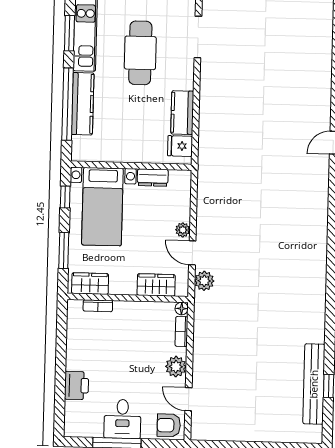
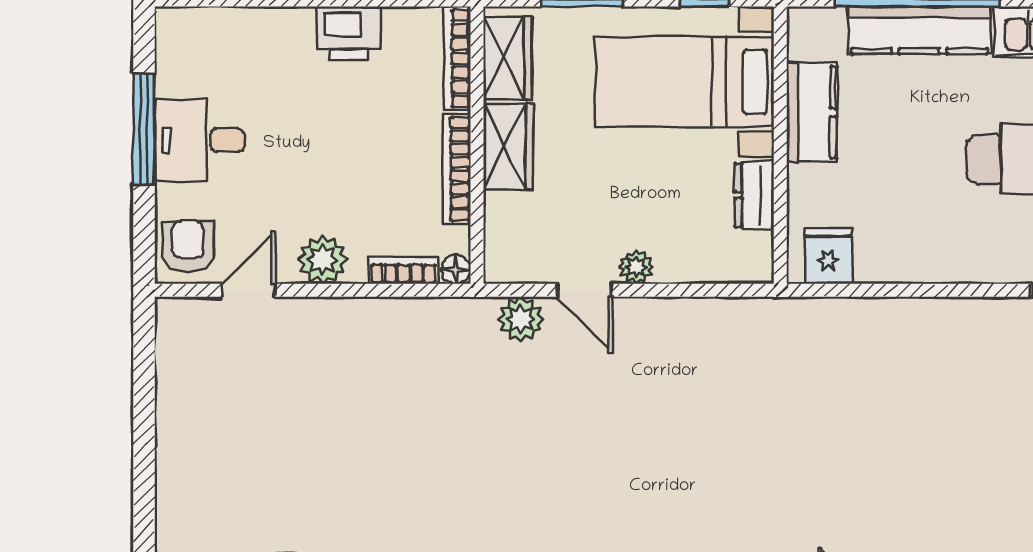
kitchen counter: (182, 113) -> (812, 112), moved, turned 90
door: (192, 253) -> (584, 290), swing flipped
wardrobe: (156, 285) -> (509, 146), moved
bookcase: (98, 306) -> (457, 58), width x1.56
bookcase: (138, 307) -> (457, 169), added
printer: (77, 385) -> (349, 33), moved

